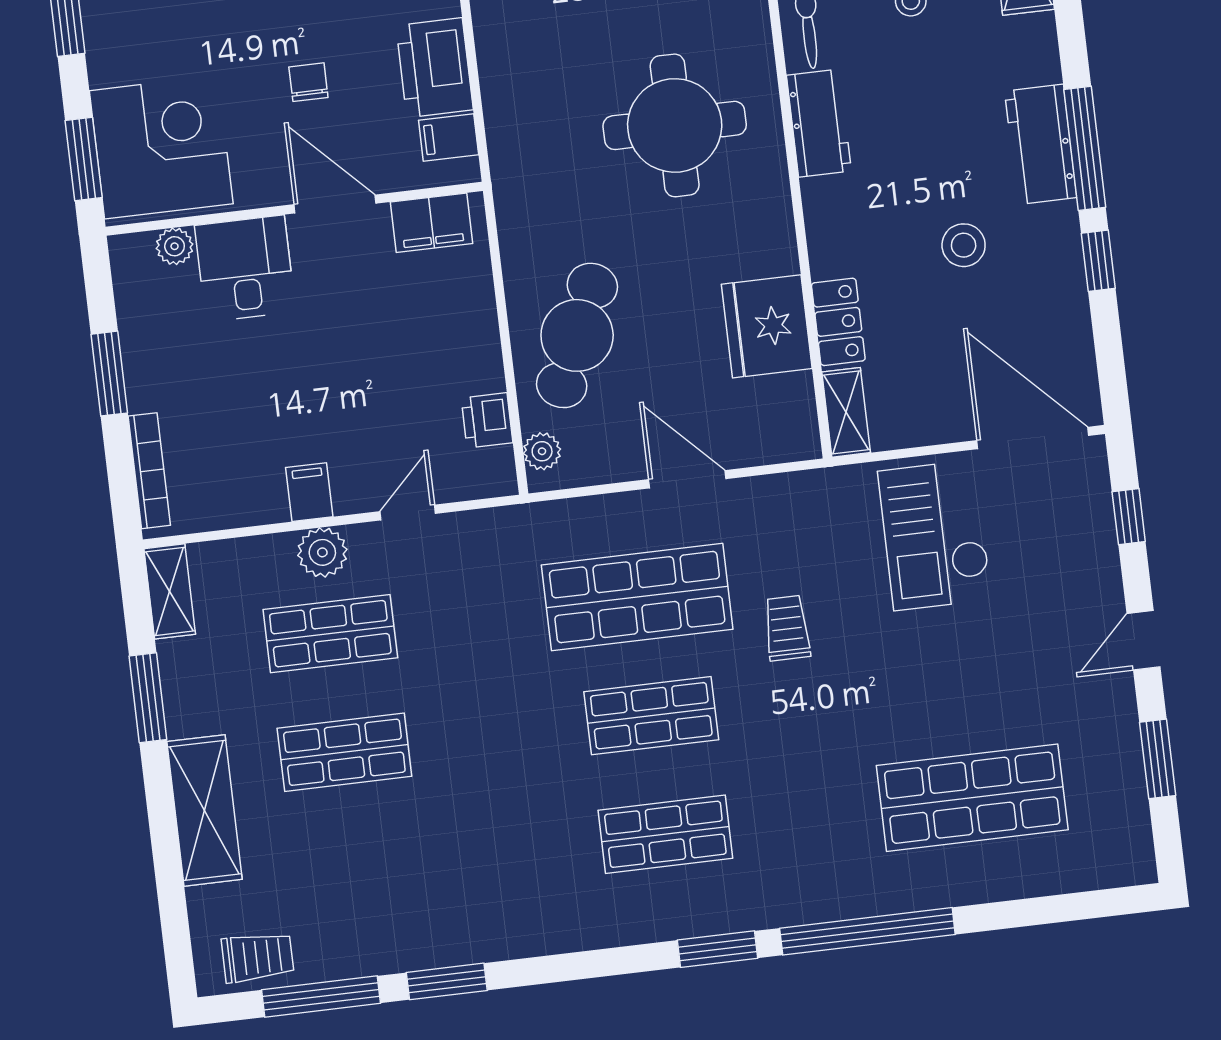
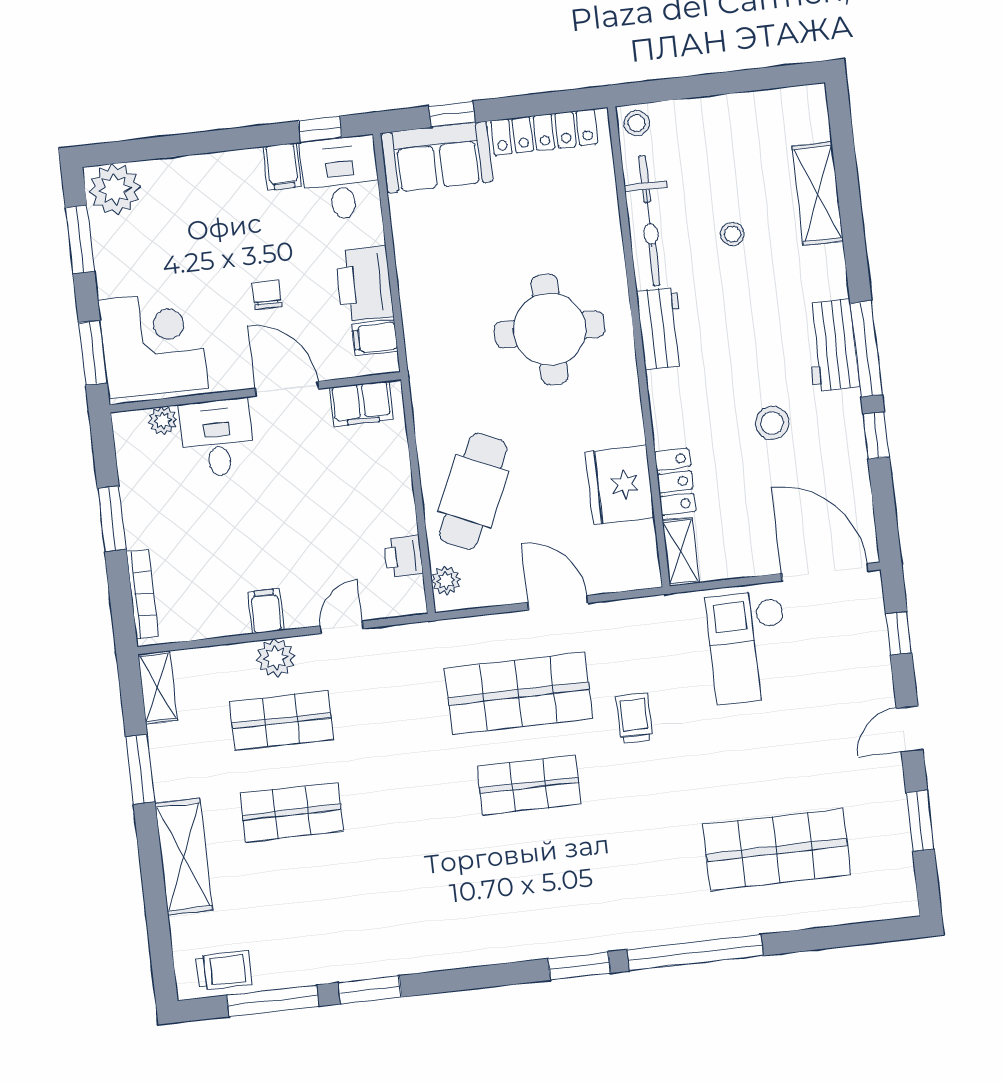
shop shelf: (665, 834) -> (539, 877), removed

